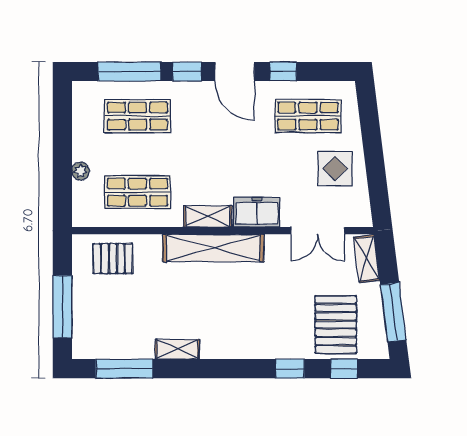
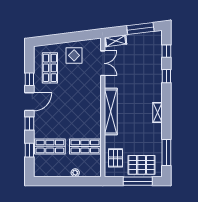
window: (130, 72) -> (29, 150), width x0.46
shop shelf: (137, 116) -> (50, 146), turned 90
shop shelf: (137, 192) -> (85, 146), turned 90
freezer: (257, 212) -> (94, 91), removed
shelving: (208, 216) -> (96, 114), removed
pallet: (336, 325) -> (142, 165), moved
shelving: (177, 349) -> (157, 112), moved

